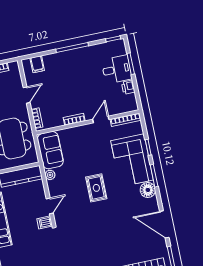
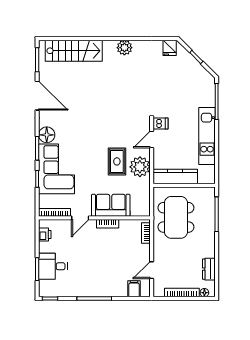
printer: (128, 87) -> (45, 234), moved
door: (27, 95) -> (152, 270), moved
sofa: (50, 150) -> (111, 205), moved, turned 90
plant: (50, 175) -> (140, 167), width x1.88, depth x1.88
rug: (96, 188) -> (117, 161), moved

